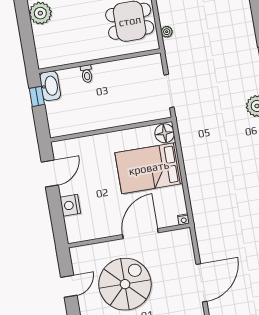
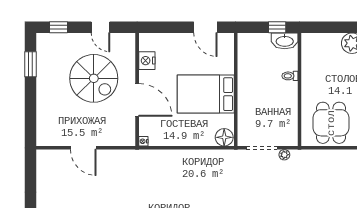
plant: (167, 32) -> (284, 155), moved
bed: (149, 168) -> (206, 94), moved, turned -90
nightstand: (70, 205) -> (147, 61), moved, turned -90
door: (201, 283) -> (83, 148), width x0.73

